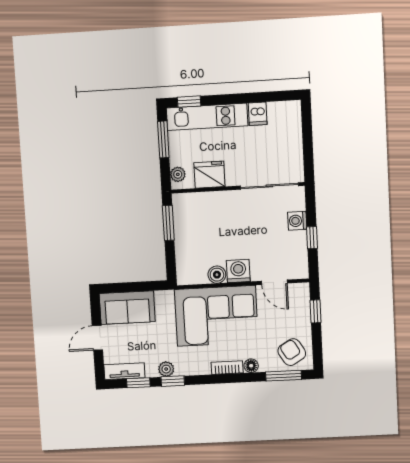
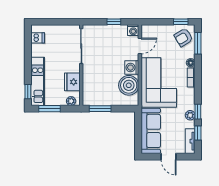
dishwasher: (258, 114) -> (38, 38), moved
washing machine: (297, 221) -> (133, 30), moved
boiler: (217, 275) -> (129, 85), width x1.86, depth x1.86
sofa: (127, 308) -> (151, 131), width x1.36
window: (316, 311) -> (181, 22), moved

